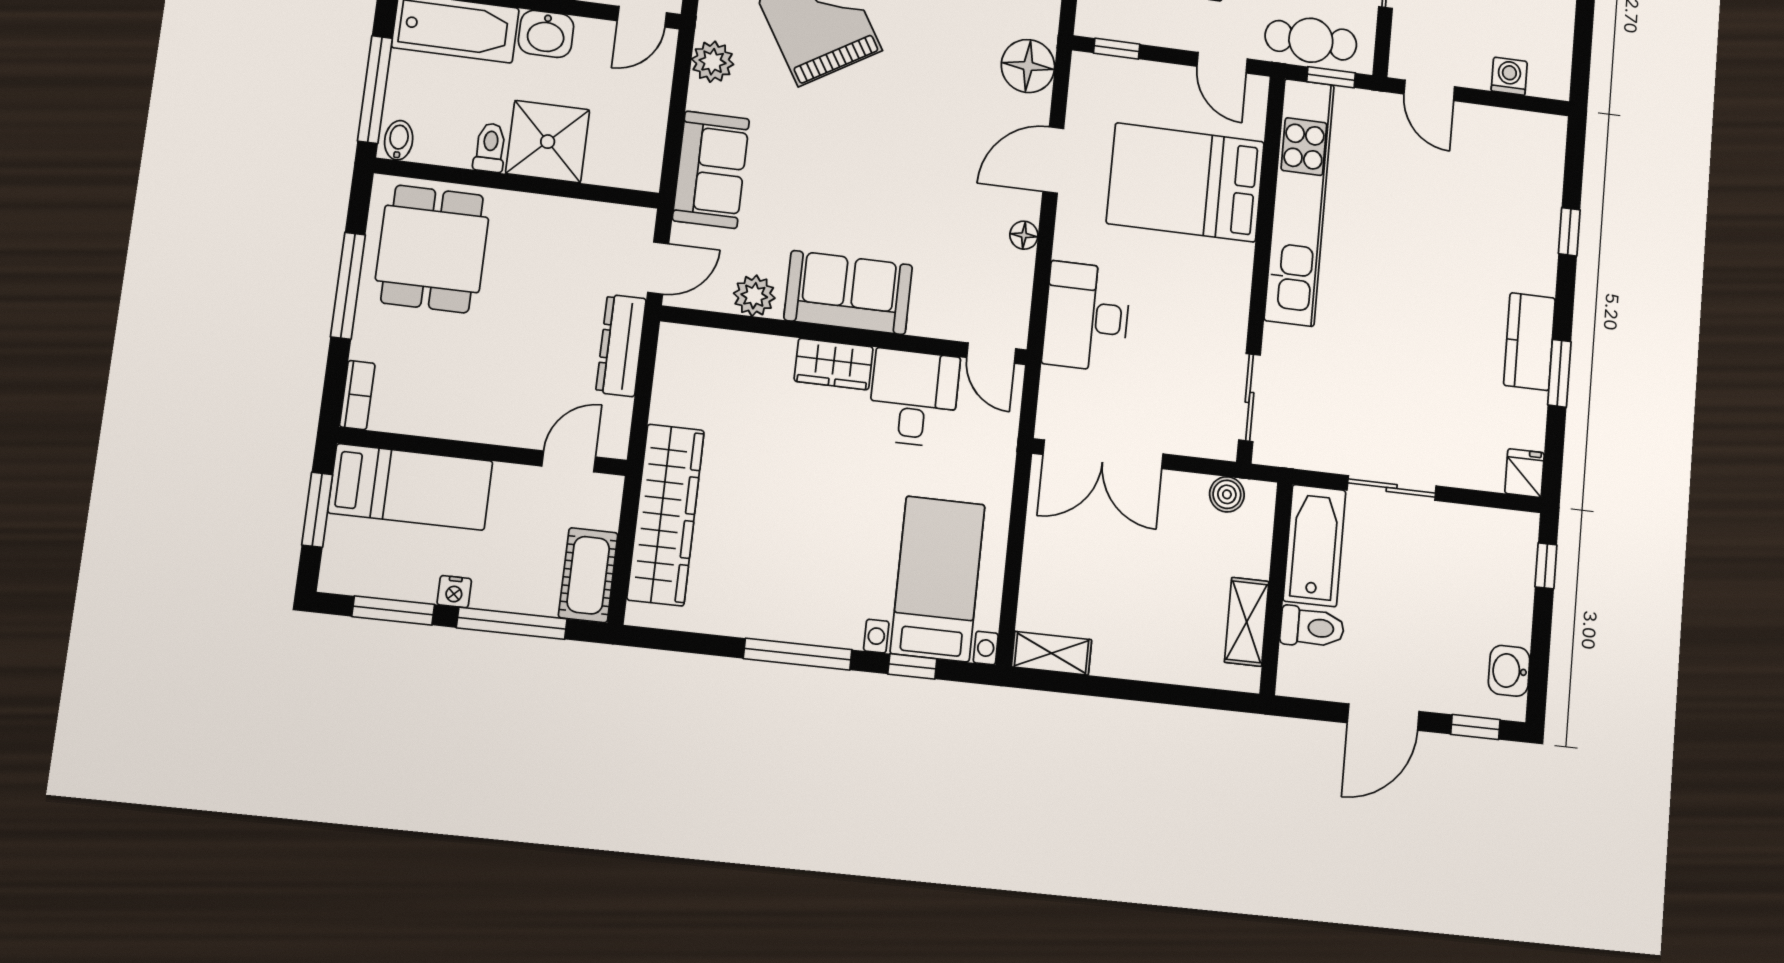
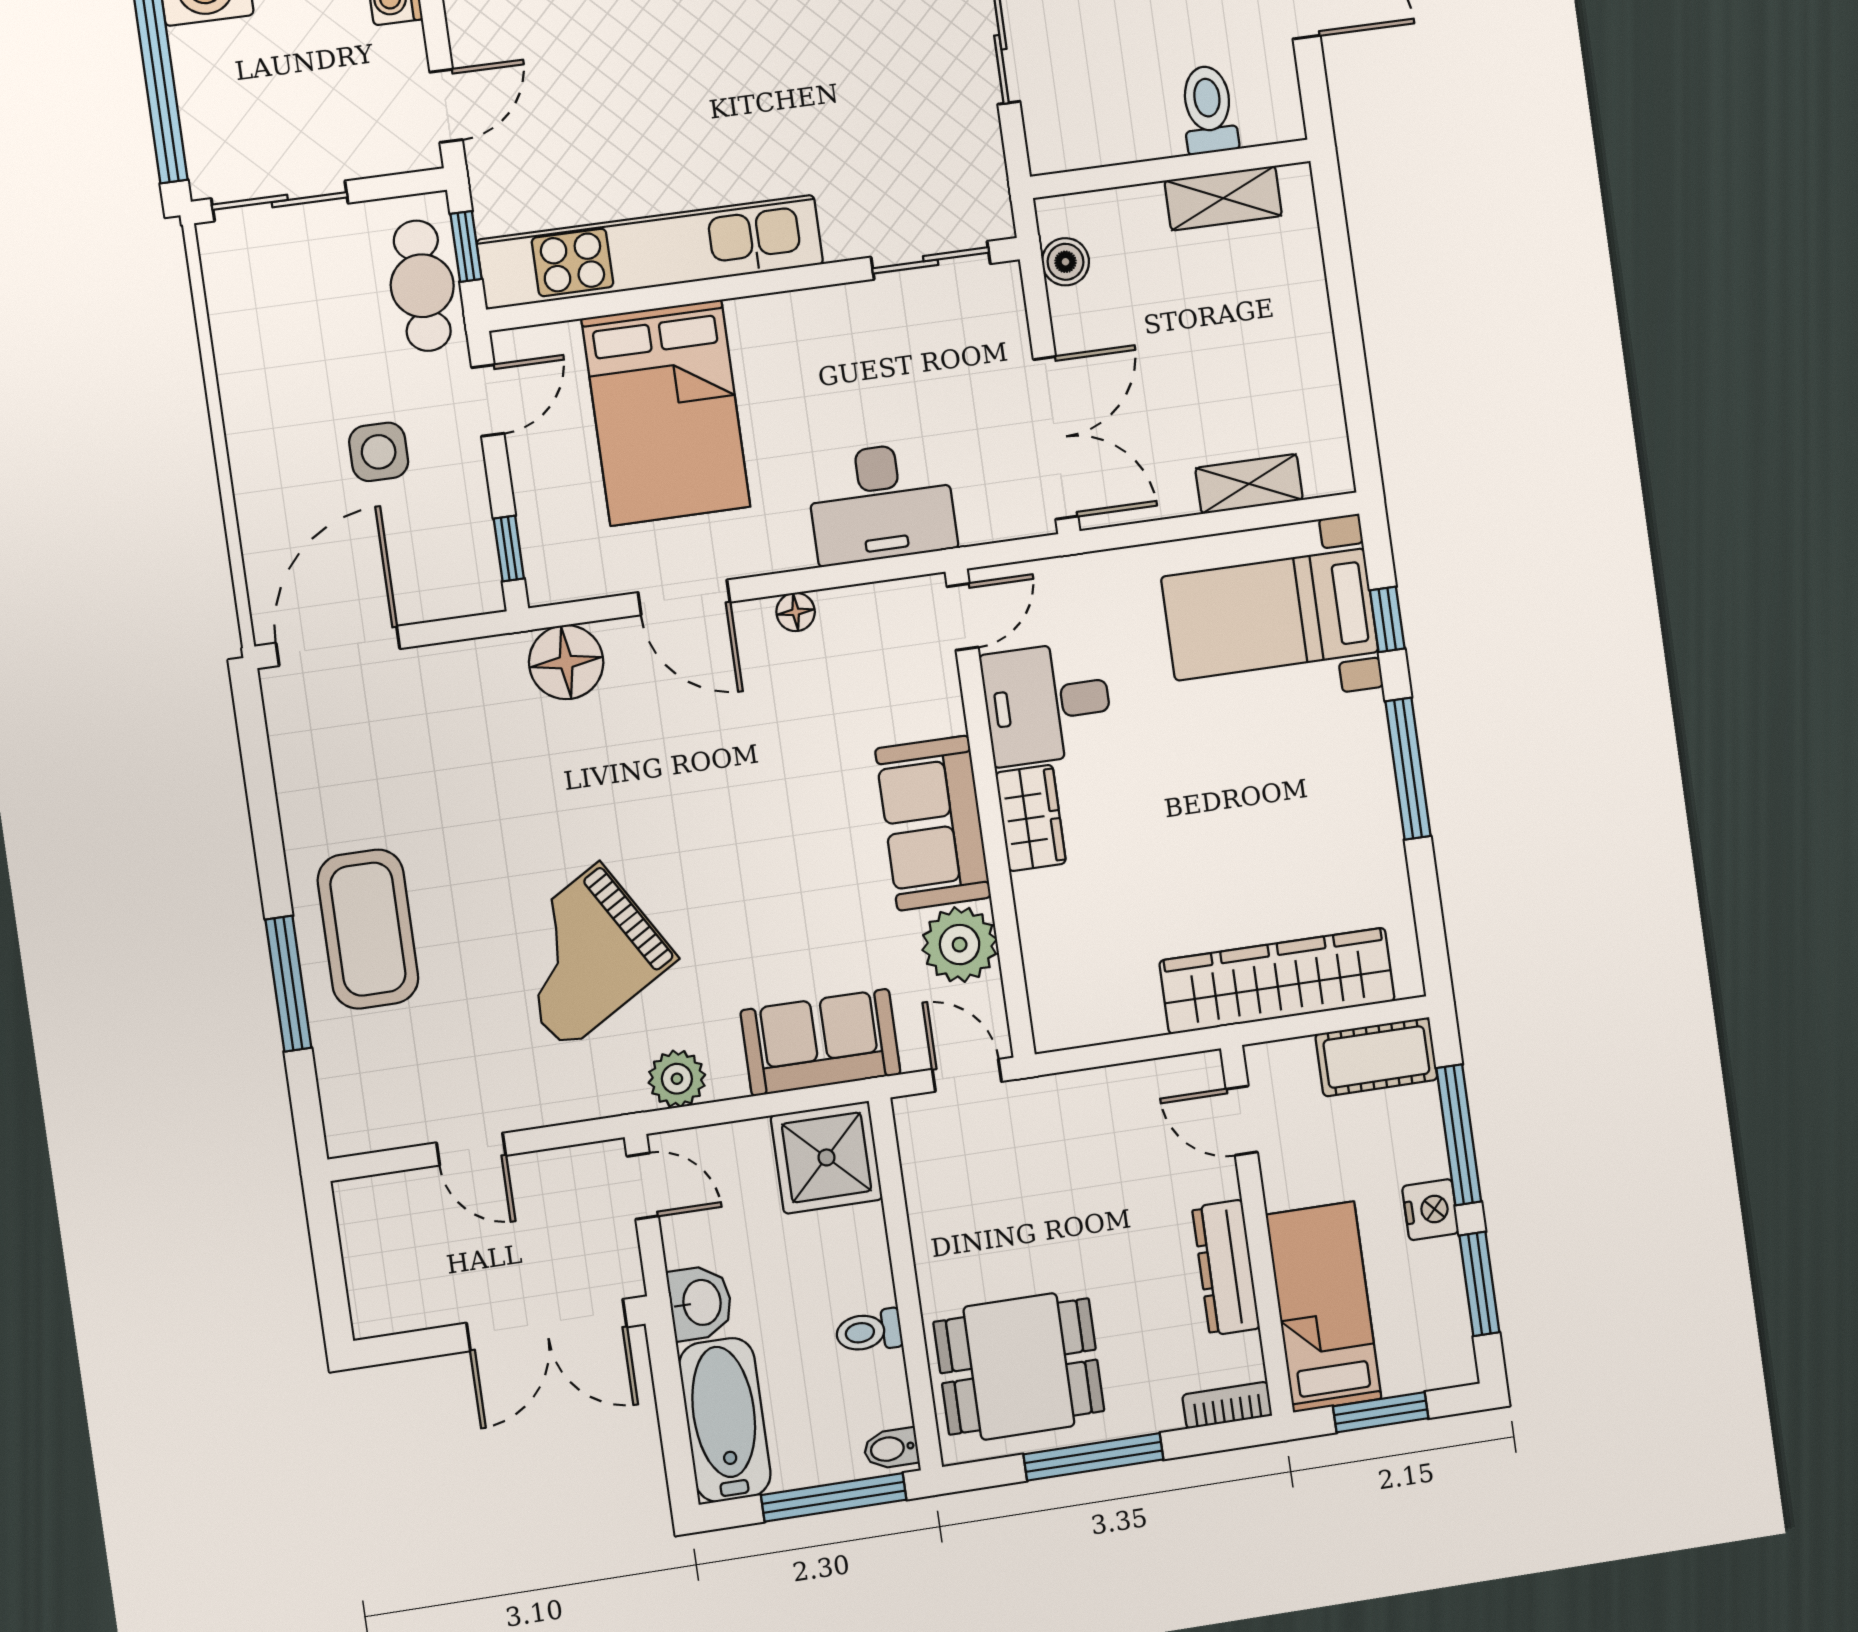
shower: (548, 142) -> (827, 1157), moved
plant: (754, 296) -> (960, 945), width x1.36, depth x1.36
dresser: (621, 345) -> (1226, 1268), moved, turned 90
bathtub: (1314, 546) -> (1102, 130), removed
nightstand: (454, 592) -> (1430, 1210), width x1.39, depth x1.35
shelving: (1052, 653) -> (1249, 484), moved, turned 90

